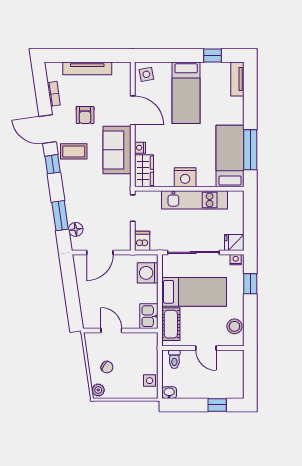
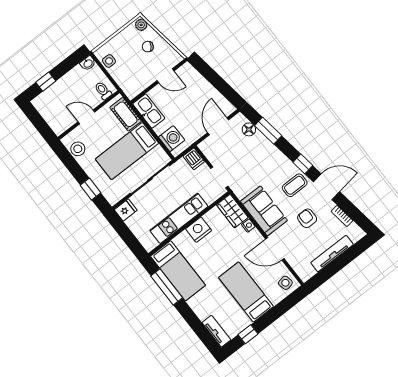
nightstand: (236, 260) -> (115, 198), removed
kitchen sink: (149, 316) -> (149, 111), width x1.38

